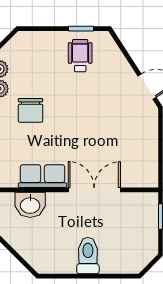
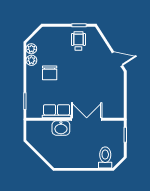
washbasin: (30, 205) -> (61, 128), moved
toilet: (88, 256) -> (105, 158), moved

